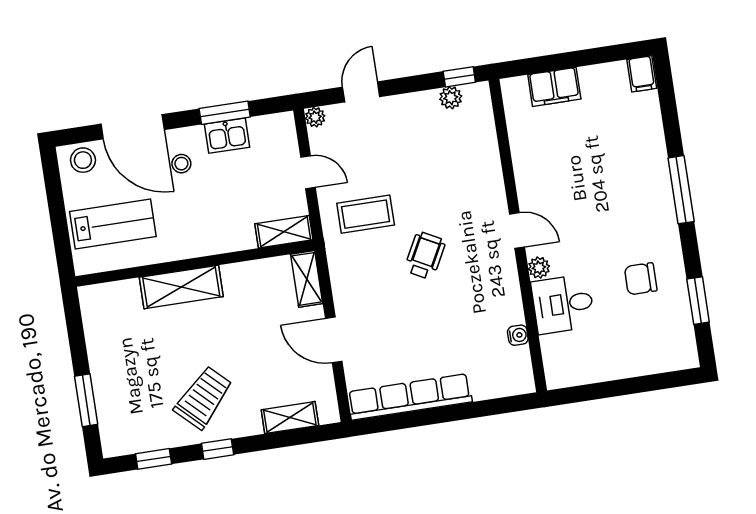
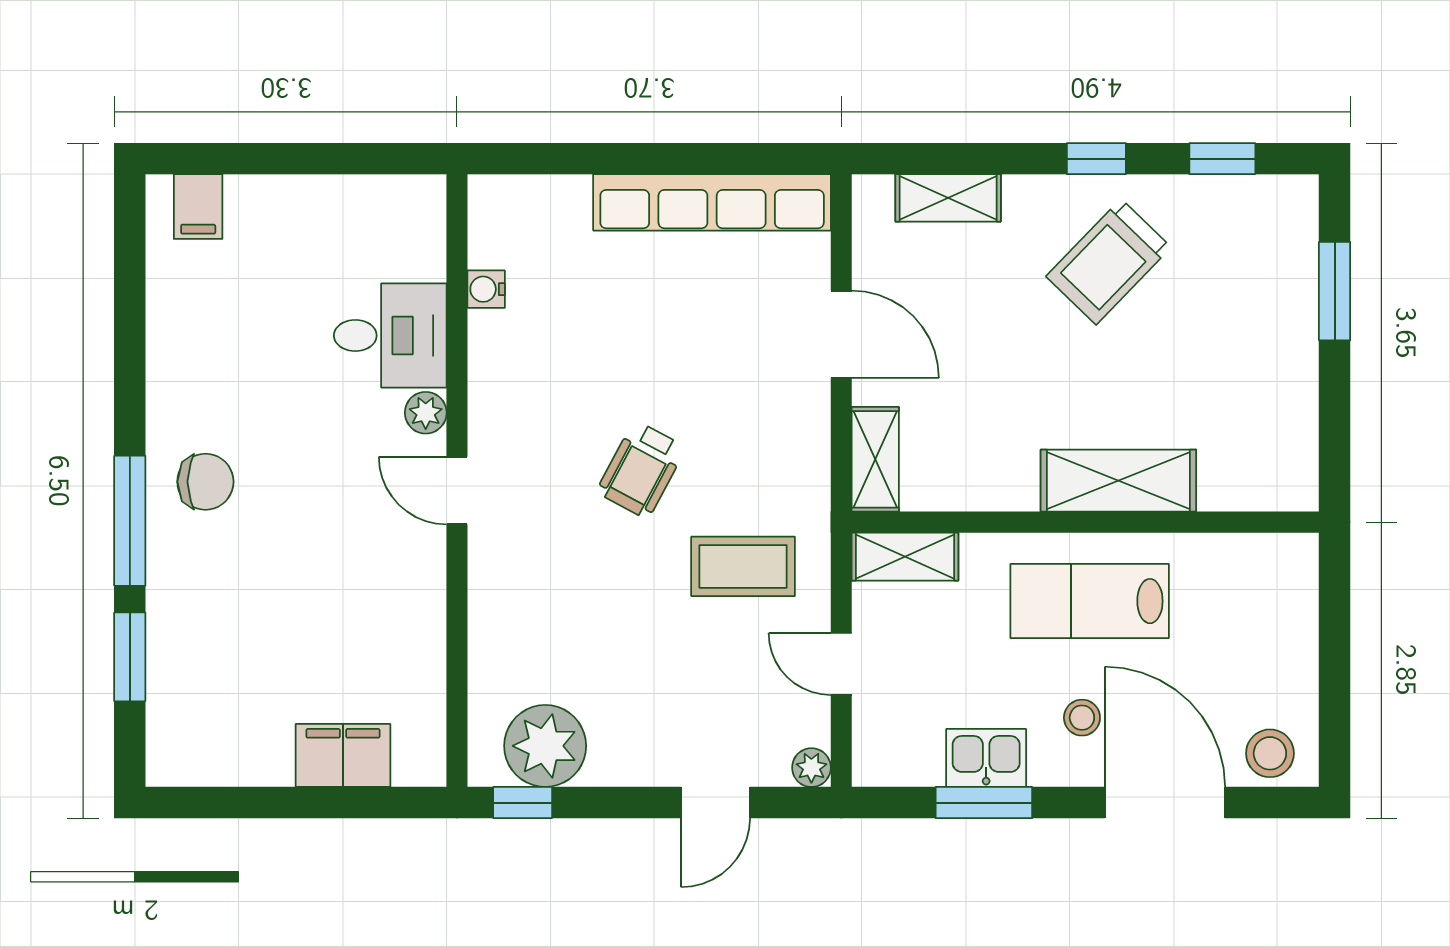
filing cabinet: (642, 74) -> (198, 207), moved, turned 180
plant: (451, 98) -> (545, 746), width x1.88, depth x1.88
lab bench: (113, 224) -> (1090, 601), moved
chair: (641, 279) -> (205, 482), moved
window: (698, 301) -> (130, 657), moved

